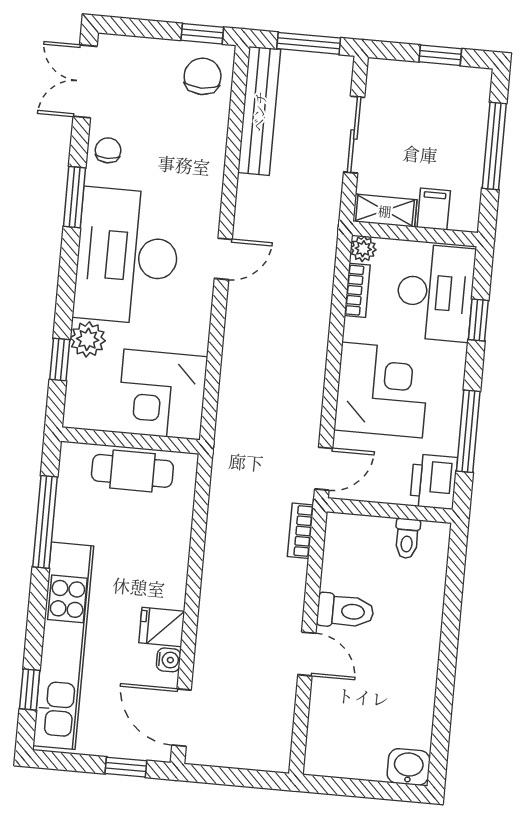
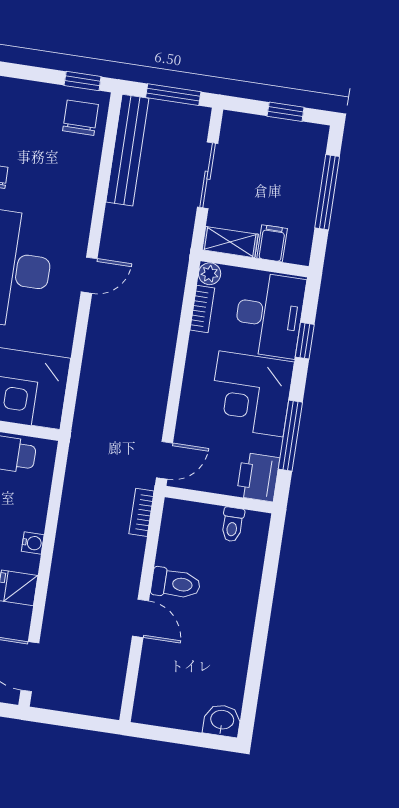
corner desk: (382, 390) -> (251, 394), moved, turned 180
water cooler: (168, 660) -> (33, 543), moved

